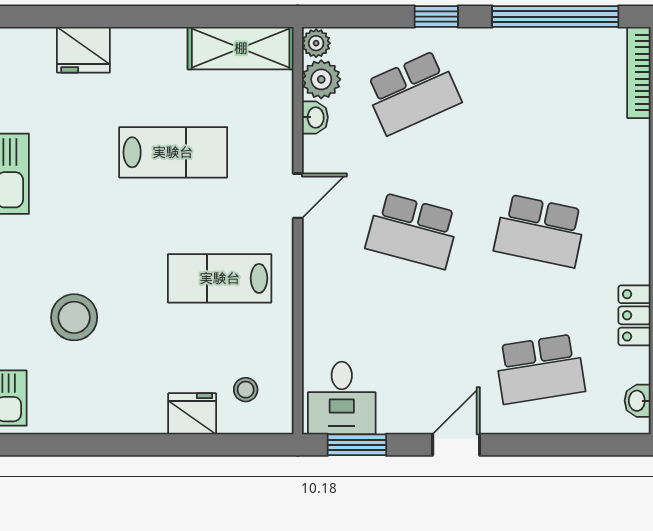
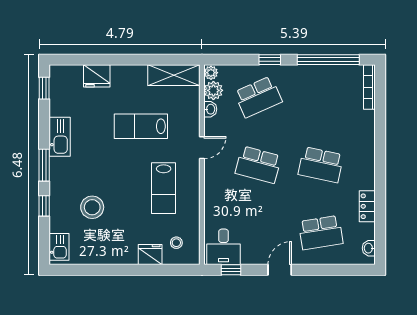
lab bench: (173, 152) -> (141, 126), turned 180
lab bench: (220, 278) -> (164, 188), turned -90
window: (357, 445) -> (231, 270), width x0.67

